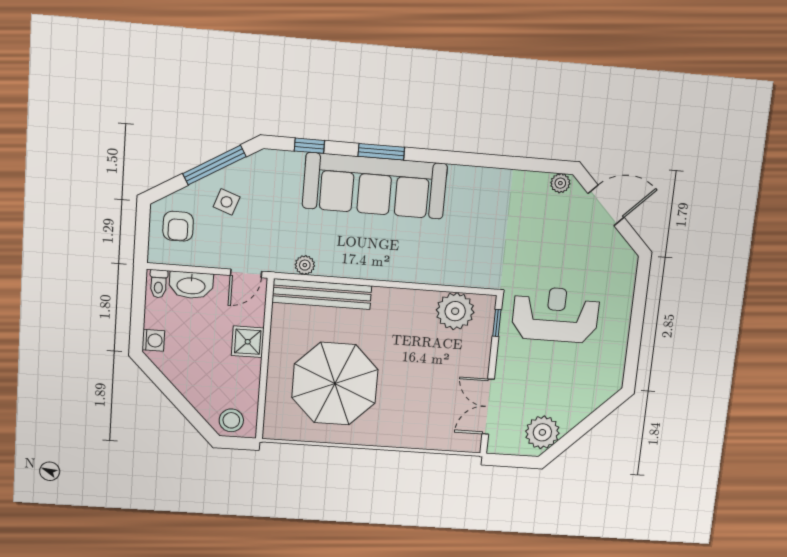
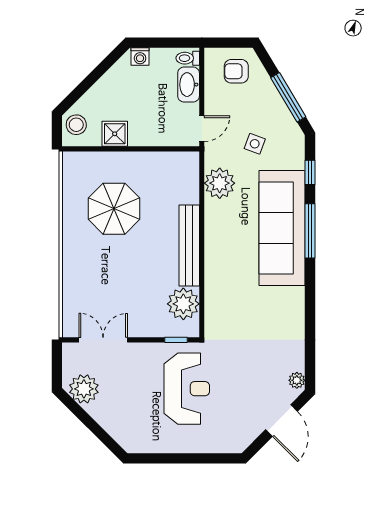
window: (381, 152) -> (310, 231), width x1.44
side table: (227, 202) -> (255, 144), moved
plant: (305, 265) -> (220, 183), width x1.87, depth x1.87
door: (246, 273) -> (202, 129), swing flipped
bench: (322, 294) -> (189, 246), moved
shower: (248, 342) -> (115, 134), moved
parasol: (335, 384) -> (114, 209), width x0.73, depth x0.73

